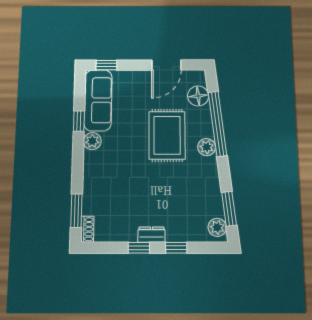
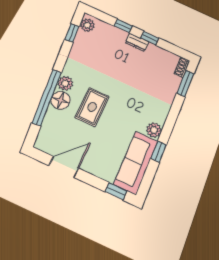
floor lamp: (198, 96) -> (61, 100), moved
rug: (167, 135) -> (92, 107), width x0.73, depth x0.70
window: (229, 209) -> (72, 33), width x0.67

